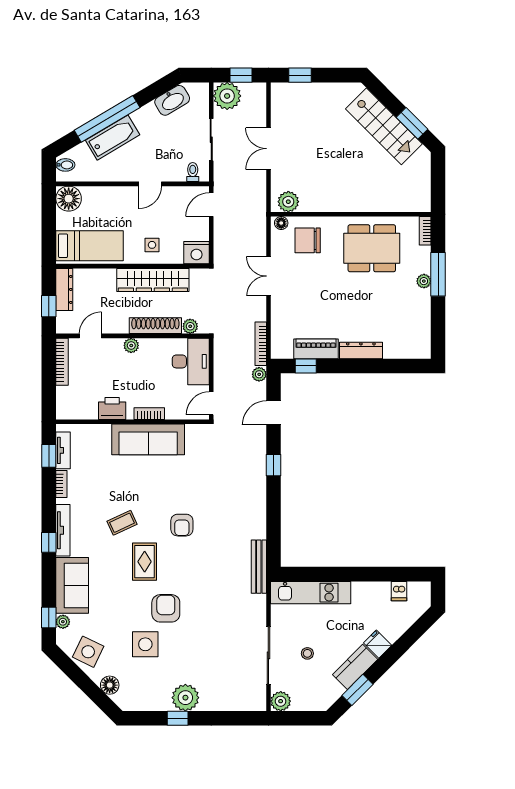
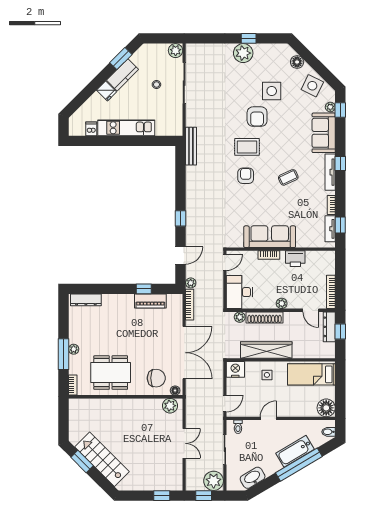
double door: (268, 276) -> (184, 353), width x1.87
dresser: (64, 289) -> (329, 327), moved
door: (90, 336) -> (311, 310), hinge flipped
dresser: (361, 350) -> (86, 300), moved
window: (306, 366) -> (144, 289), moved
rug: (145, 562) -> (247, 147), moved, turned 90
kitchen unit: (311, 593) -> (126, 128), moved

